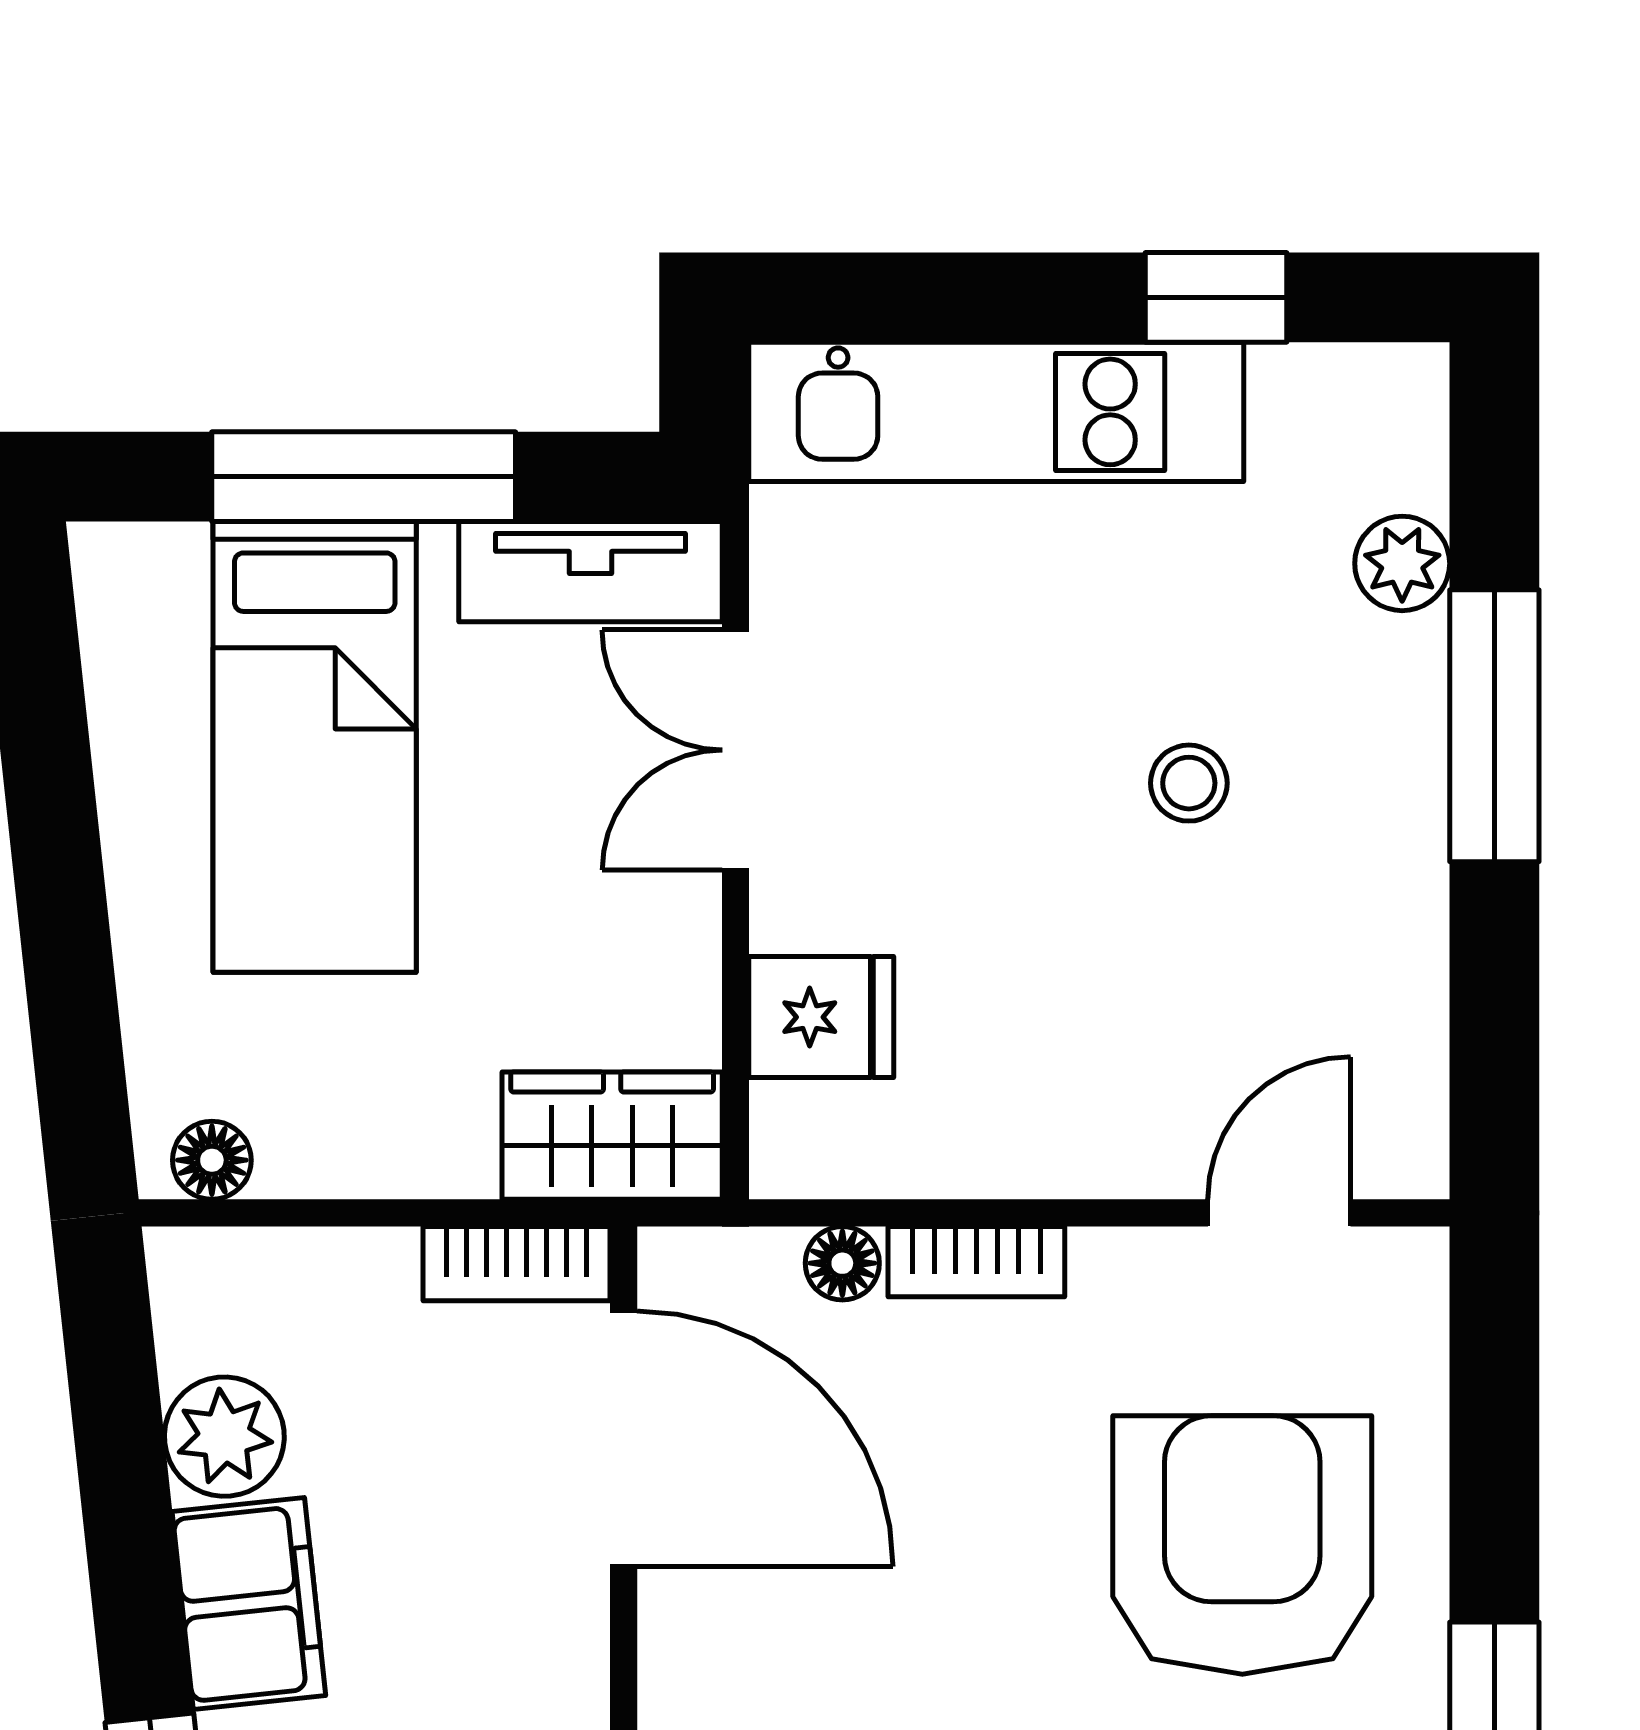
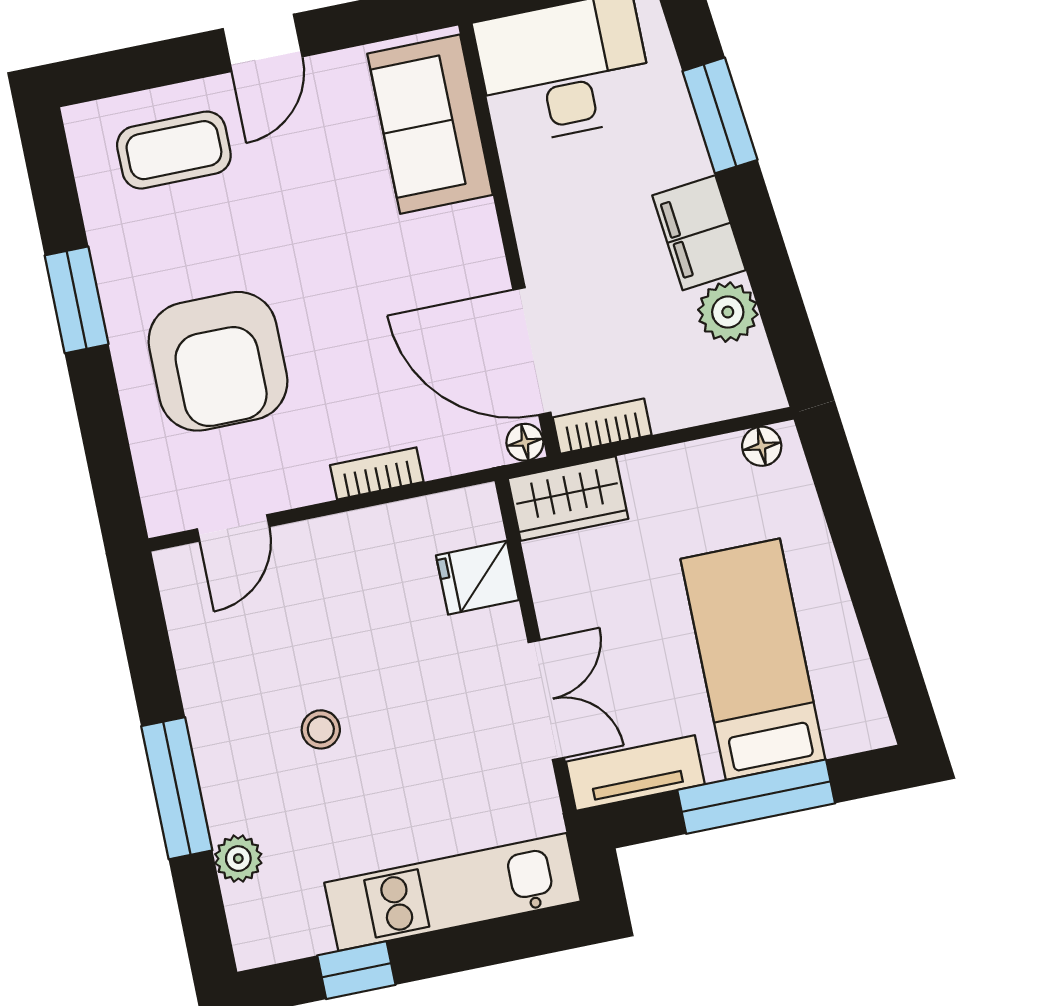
floor lamp: (842, 1263) -> (525, 442), moved

